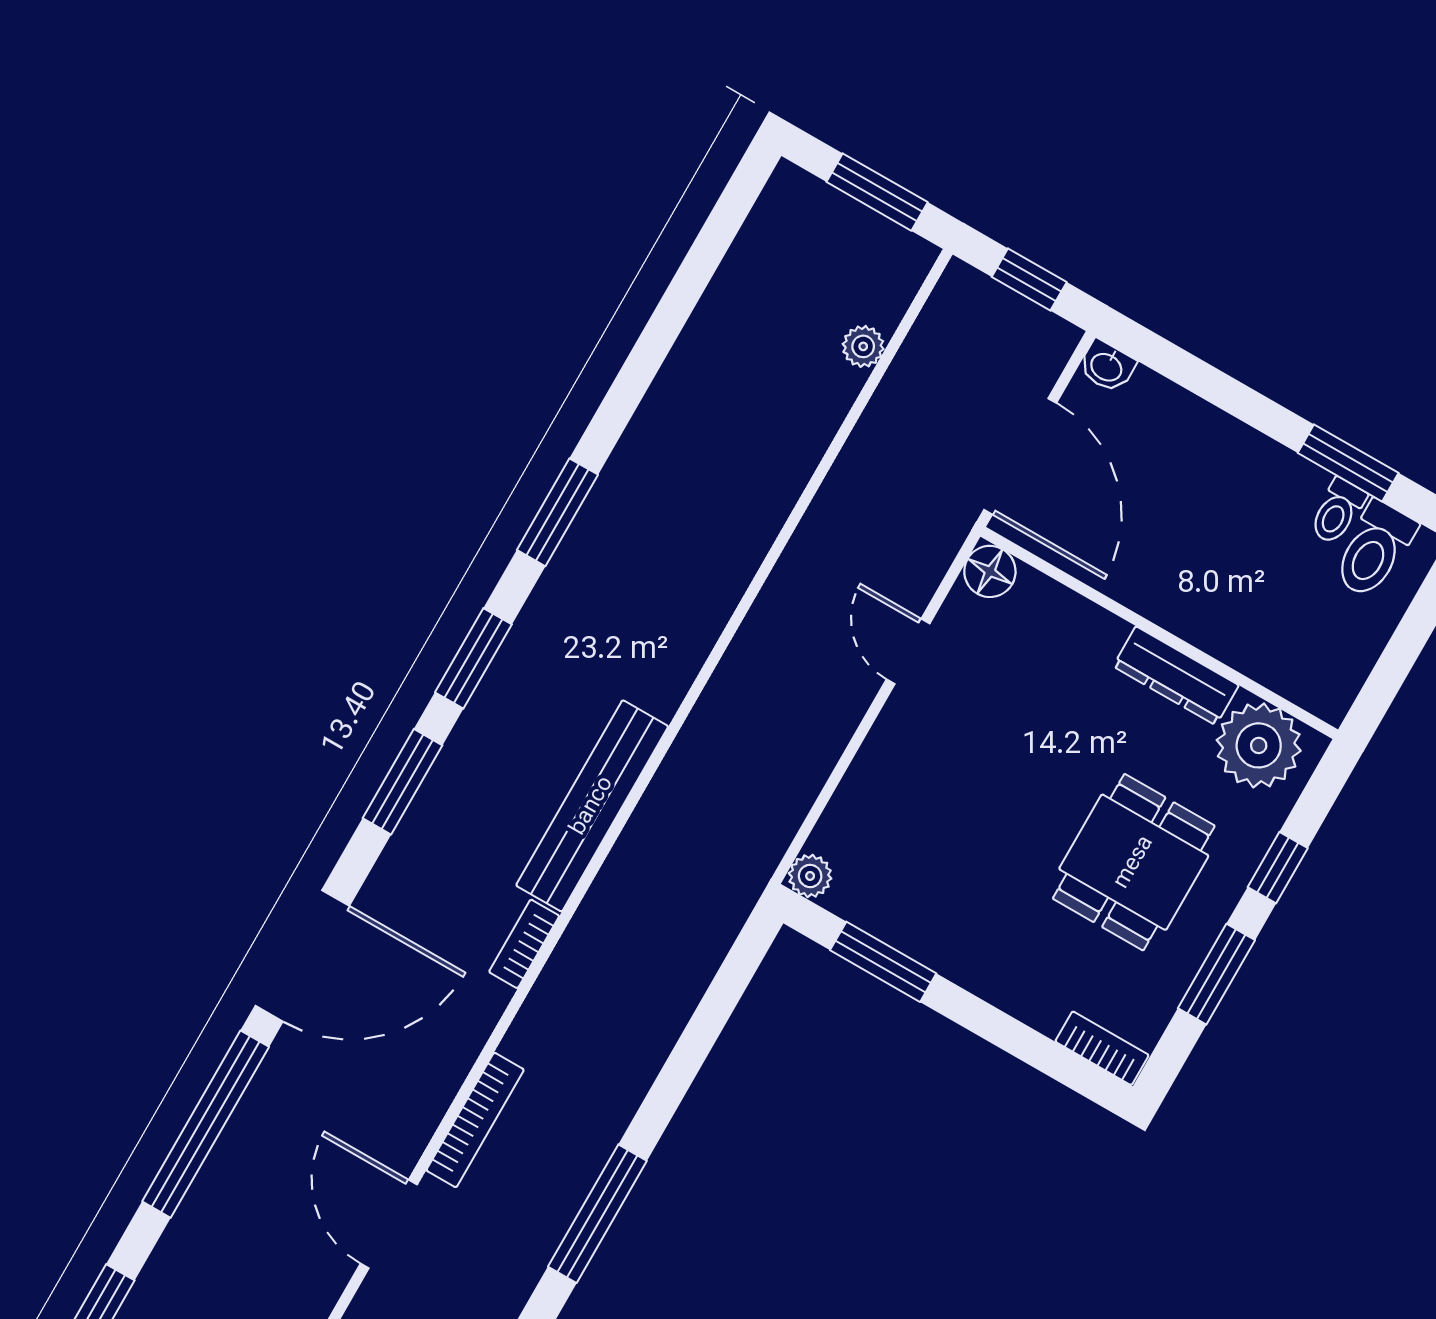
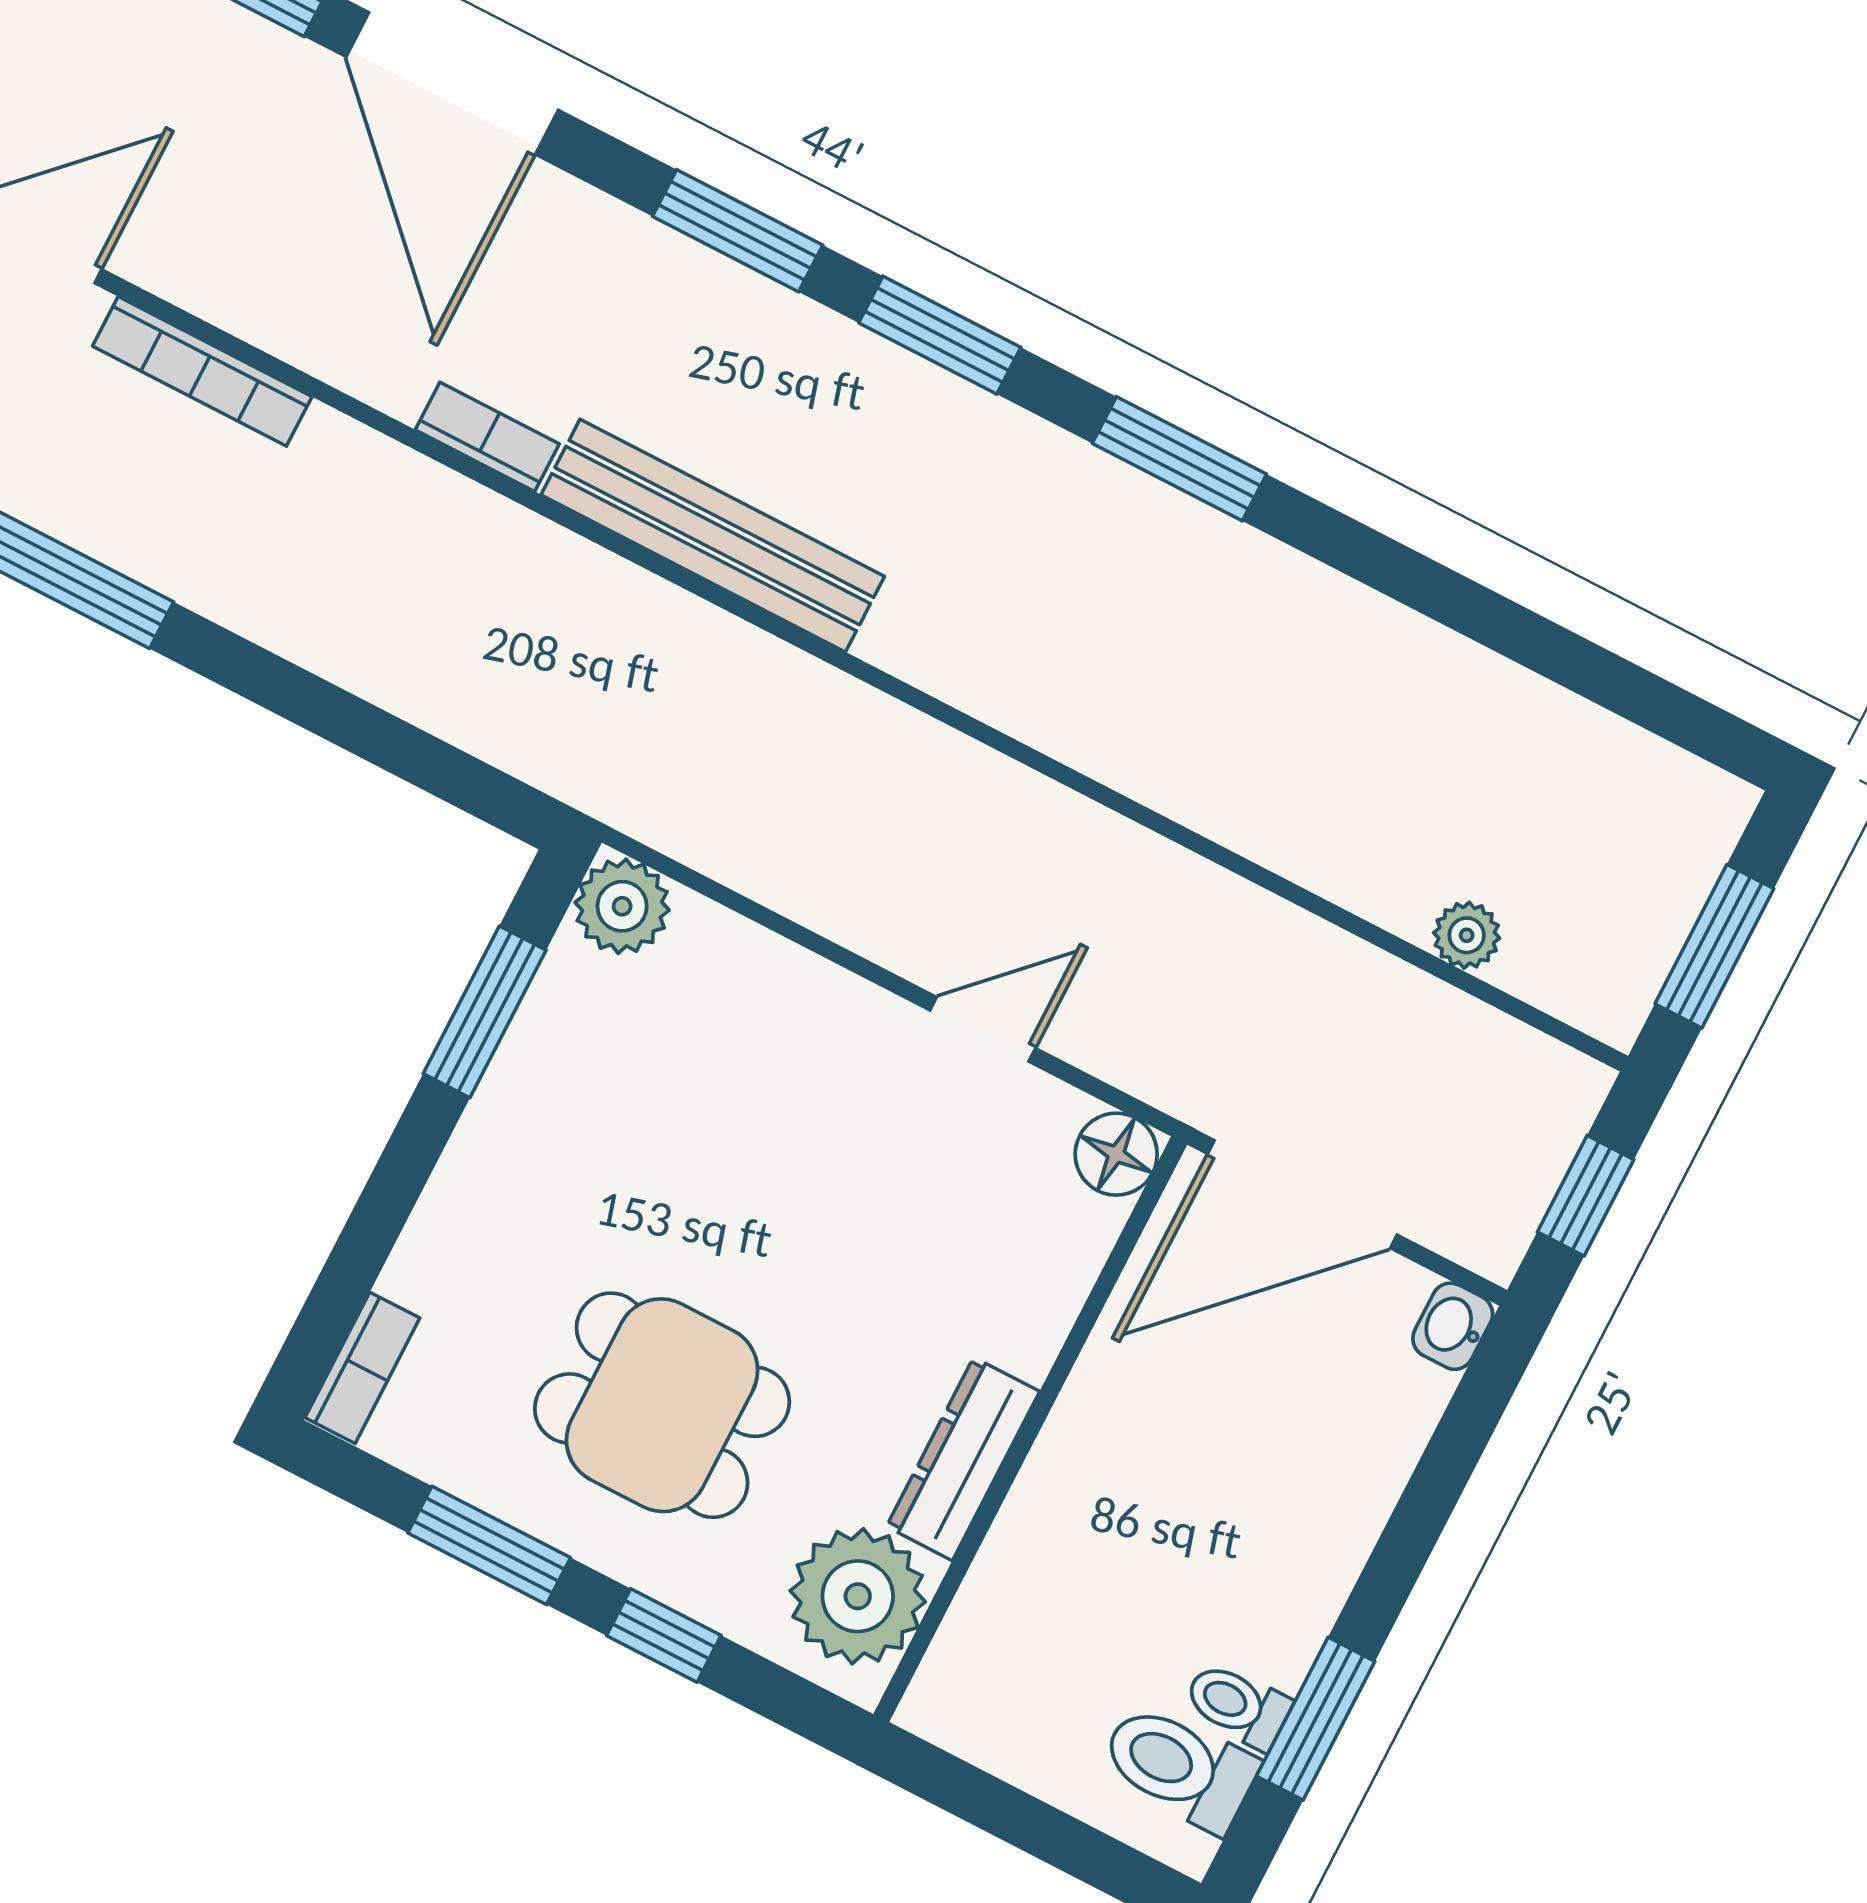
plant: (810, 876) -> (622, 906), width x1.38, depth x1.38

